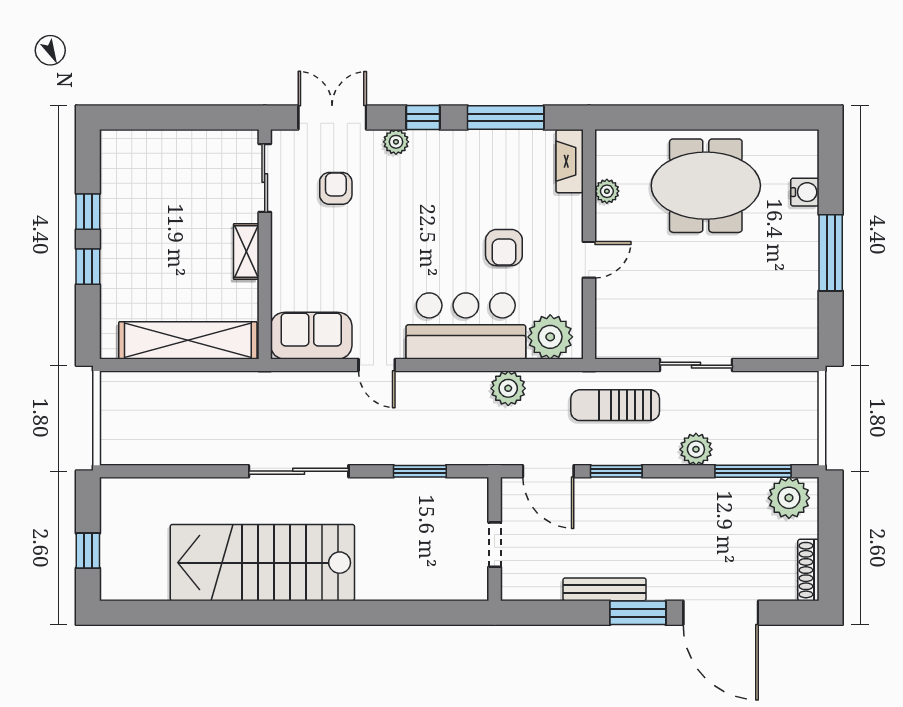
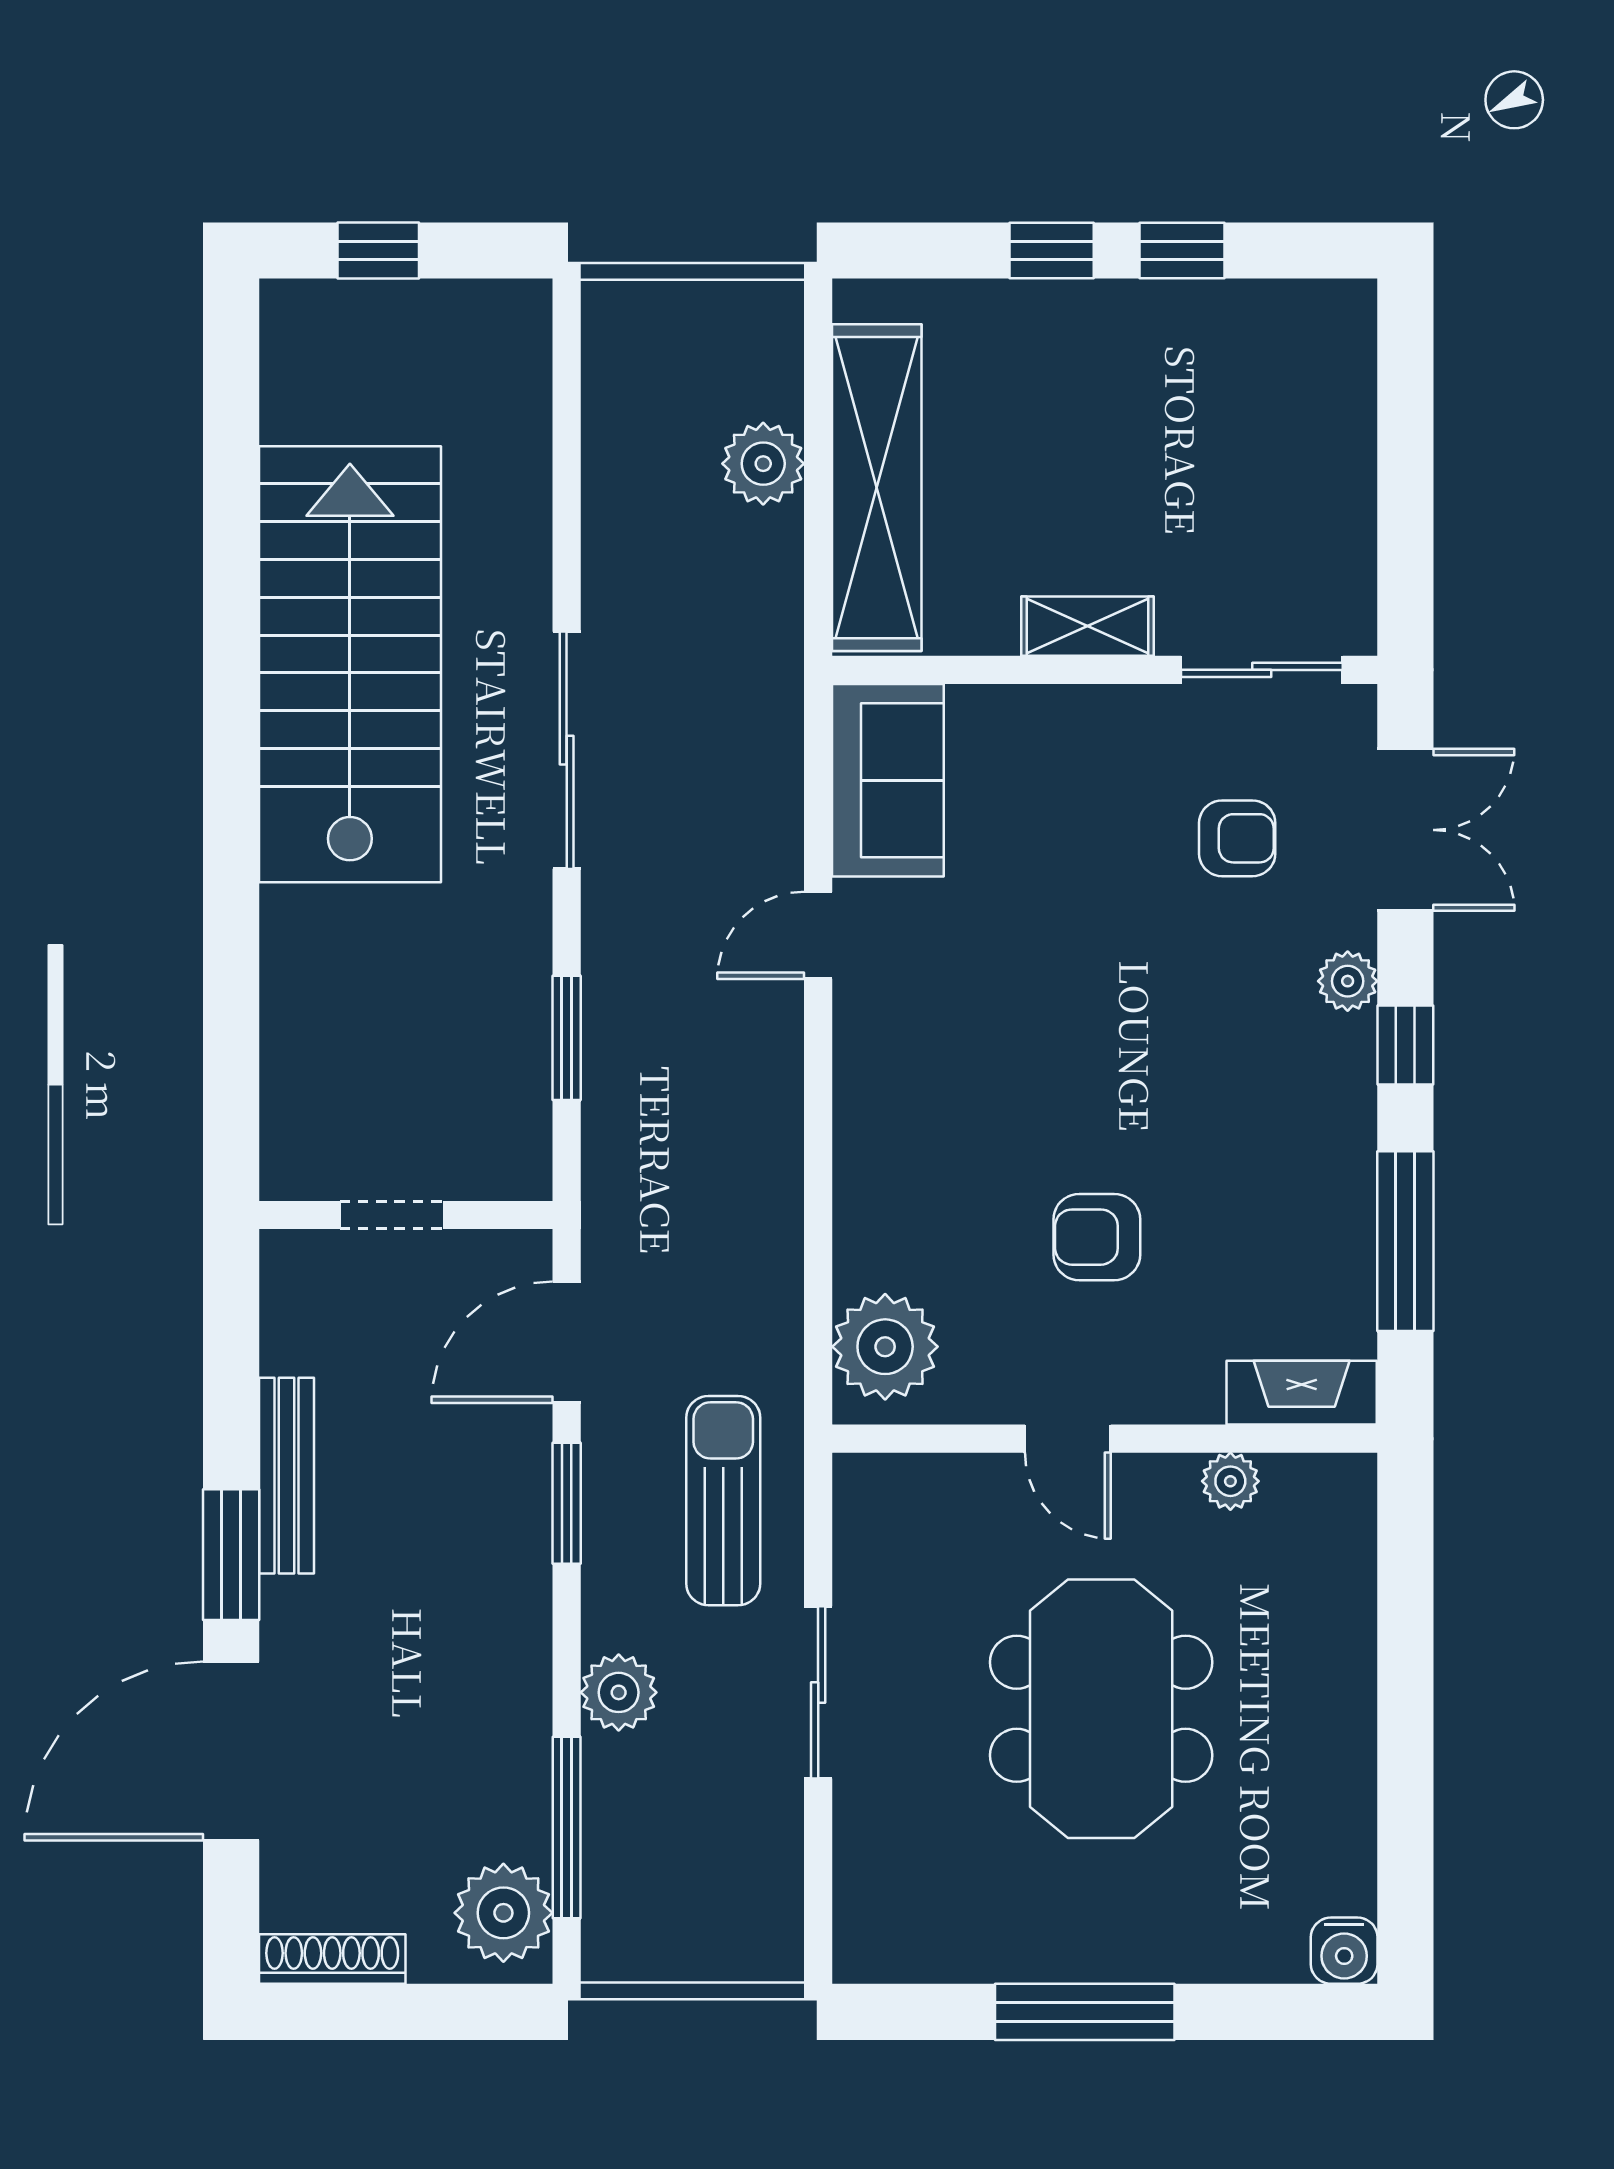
meeting table: (706, 186) -> (1101, 1709), moved
water cooler: (805, 192) -> (1344, 1951), moved
bar counter: (466, 326) -> (911, 1147), removed
plant: (508, 388) -> (763, 464), moved

